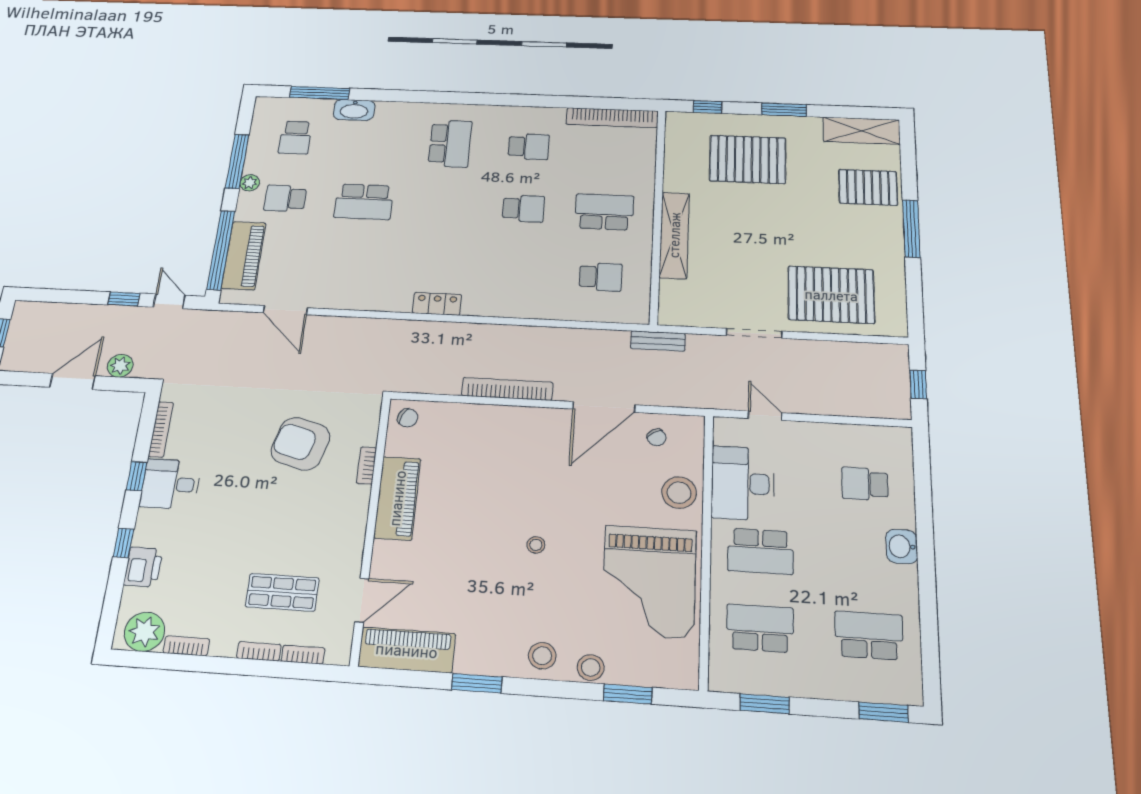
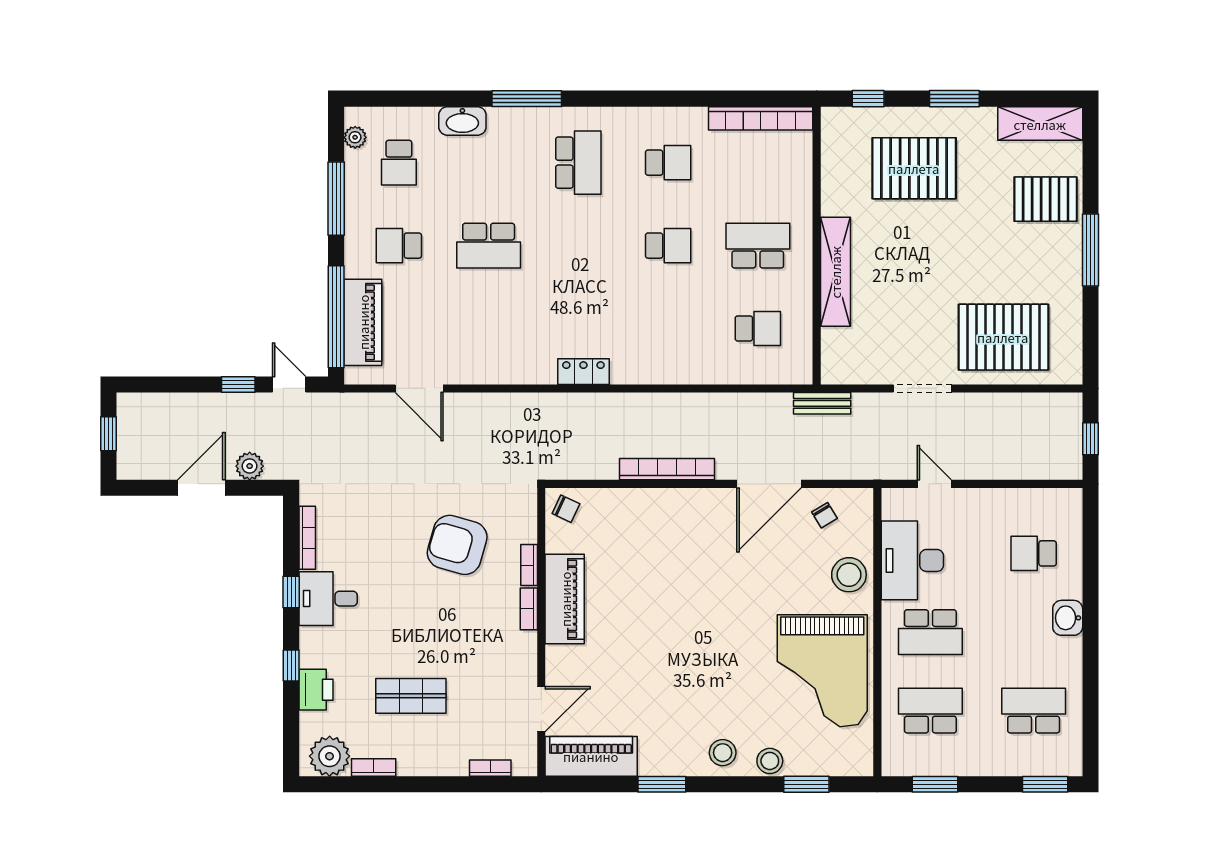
window: (320, 93) -> (527, 99), moved
plant: (250, 183) -> (355, 137), moved
stool: (536, 545) -> (709, 640), removed
shop shelf: (282, 592) -> (411, 696), moved
bookcase: (259, 651) -> (529, 609), moved, turned -90

